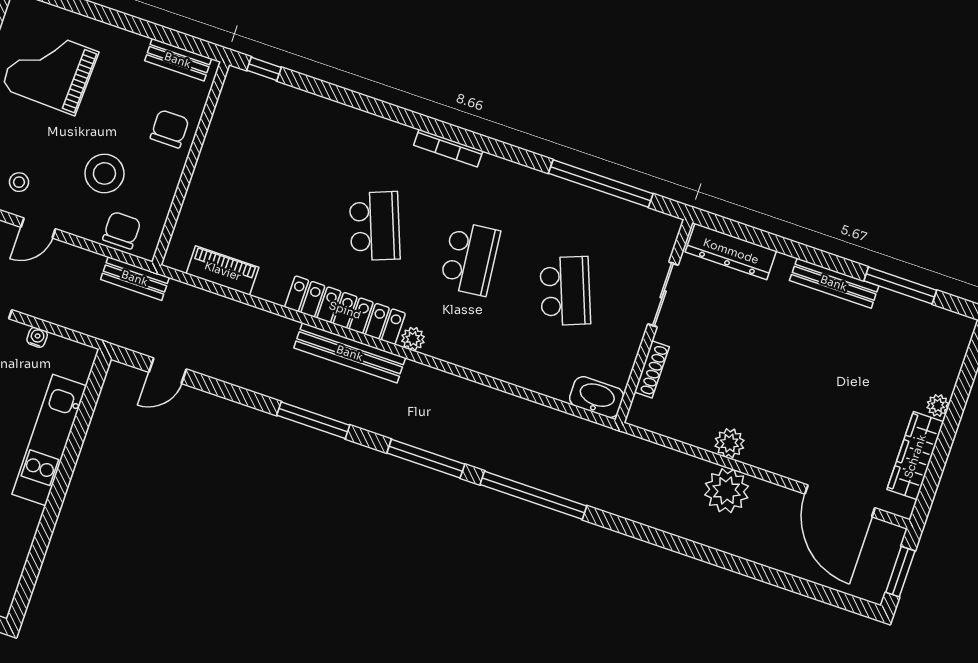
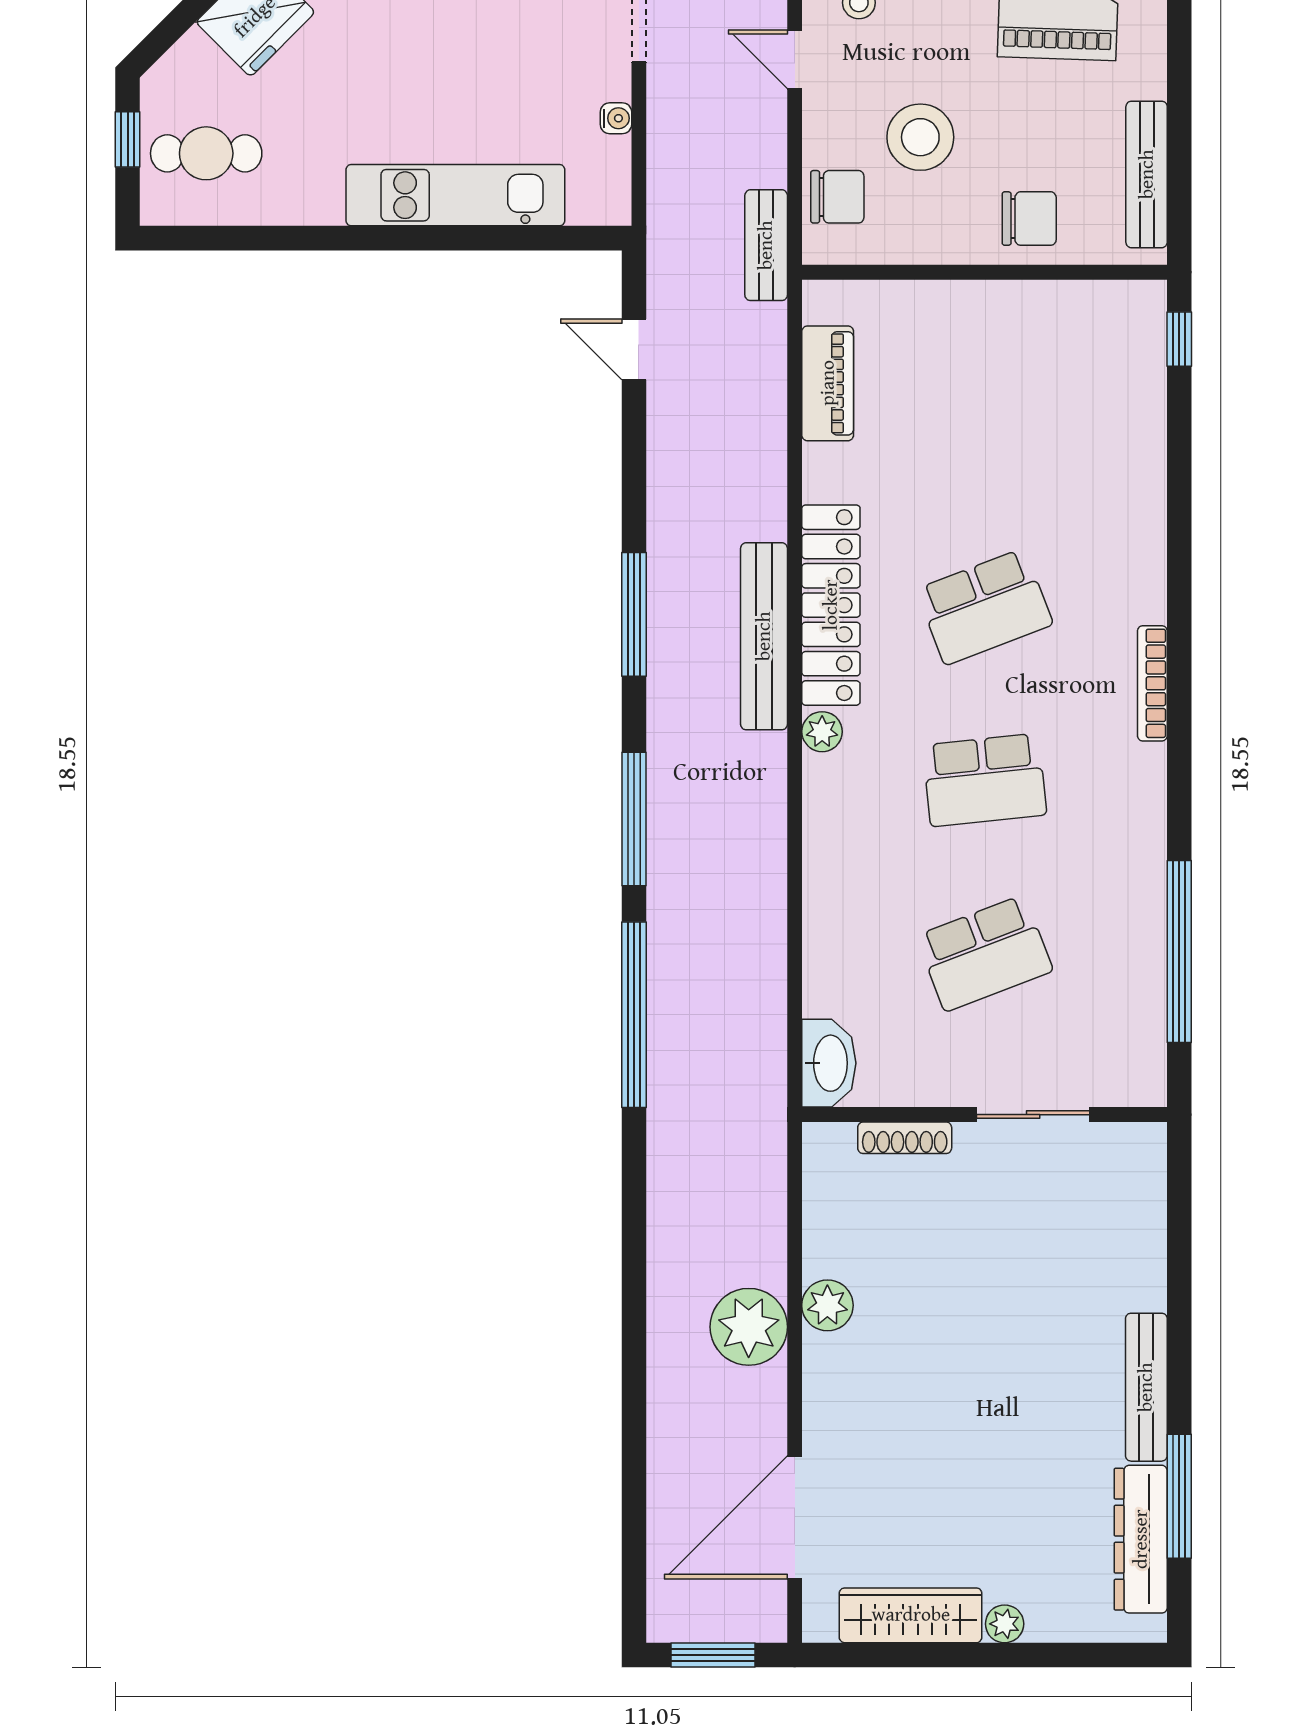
bench: (178, 60) -> (1147, 174), width x1.36
dresser: (731, 251) -> (1141, 1539), moved

